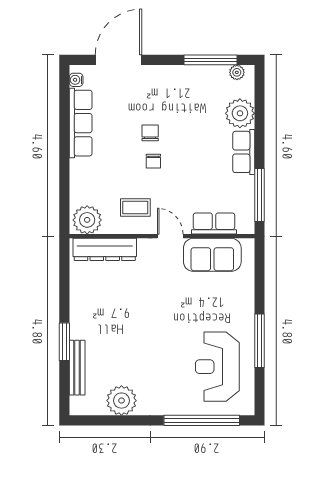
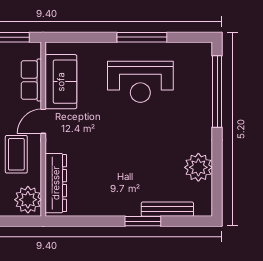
coffee table: (135, 208) -> (16, 154), width x1.36, depth x1.30
reception desk: (217, 367) -> (140, 82), moved

